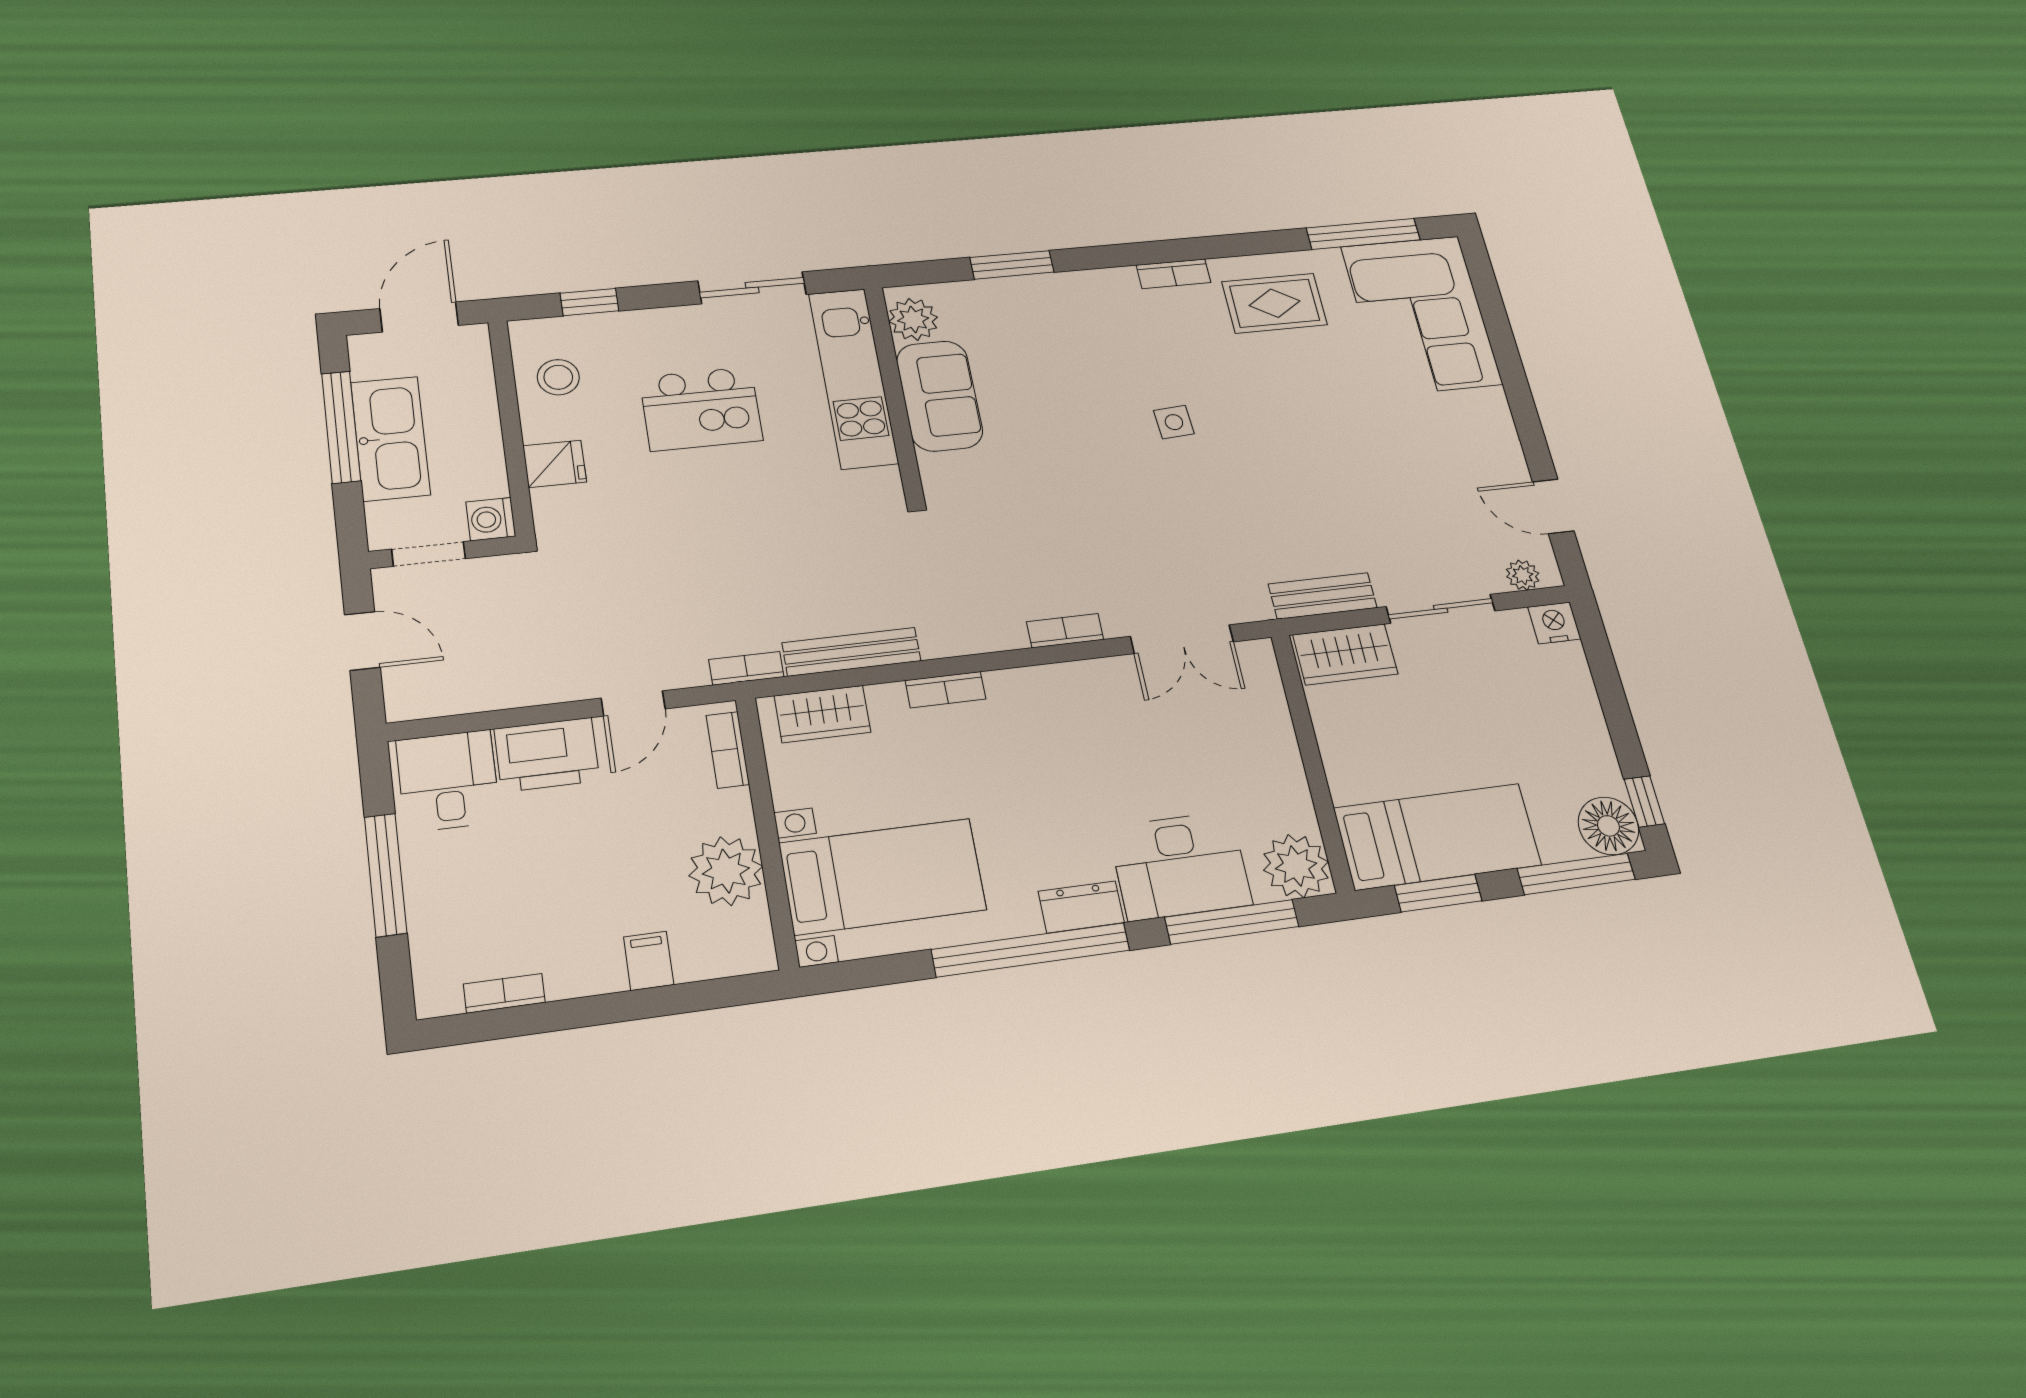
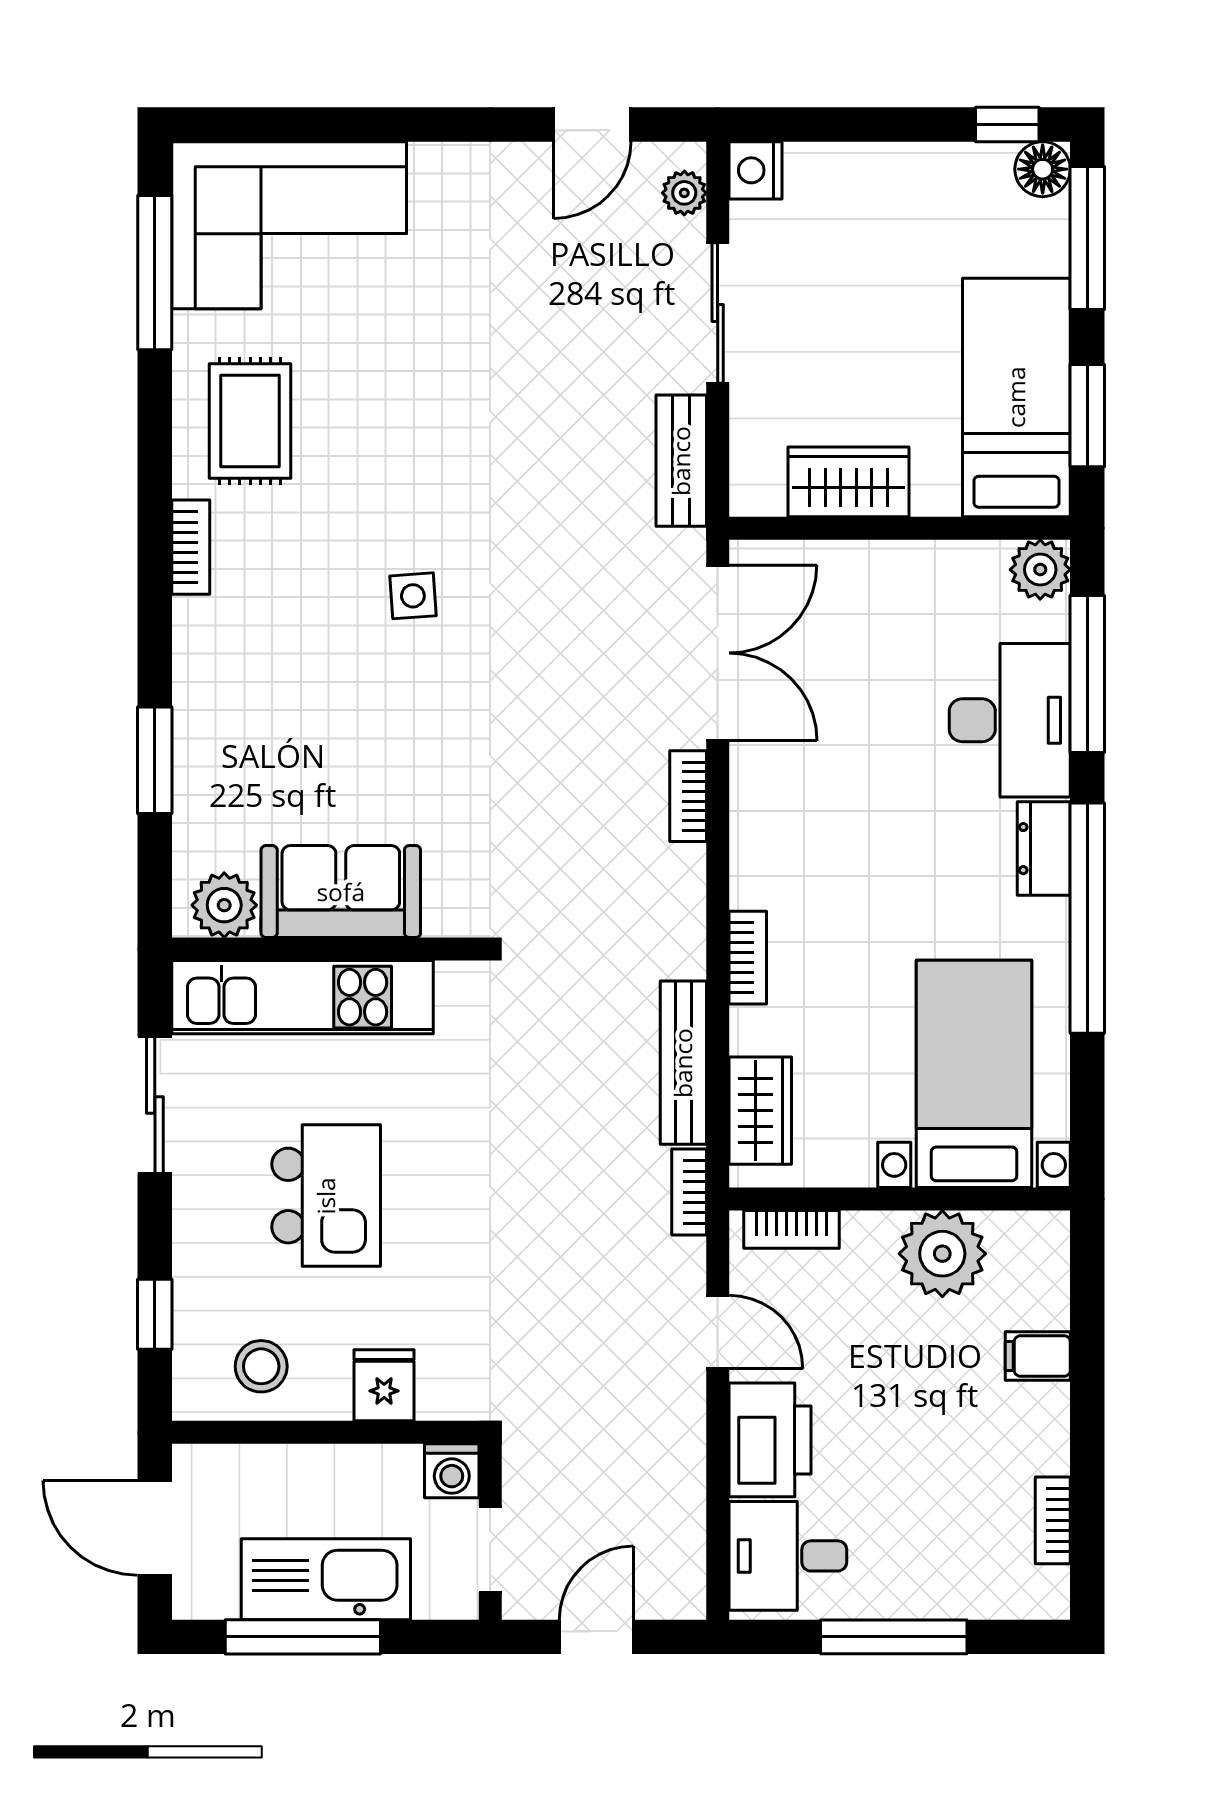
double door: (1182, 639) -> (718, 653), width x1.37
wardrobe: (1345, 654) -> (849, 482), moved, turned -90
floor lamp: (1608, 826) -> (1043, 169), width x0.73, depth x0.73
plant: (1296, 866) -> (1040, 570), width x0.73, depth x0.73

